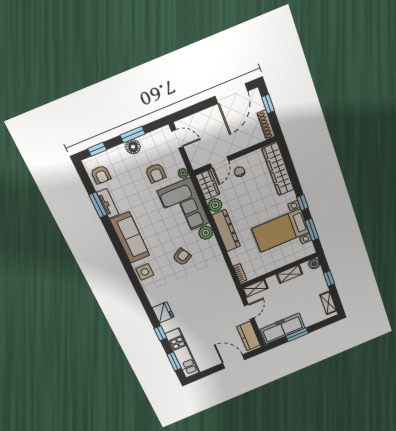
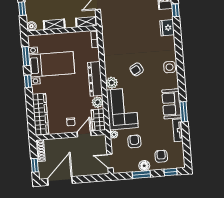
armchair: (101, 175) -> (161, 156), moved
window: (98, 205) -> (184, 112), moved
sofa: (130, 238) -> (171, 104), width x0.73

